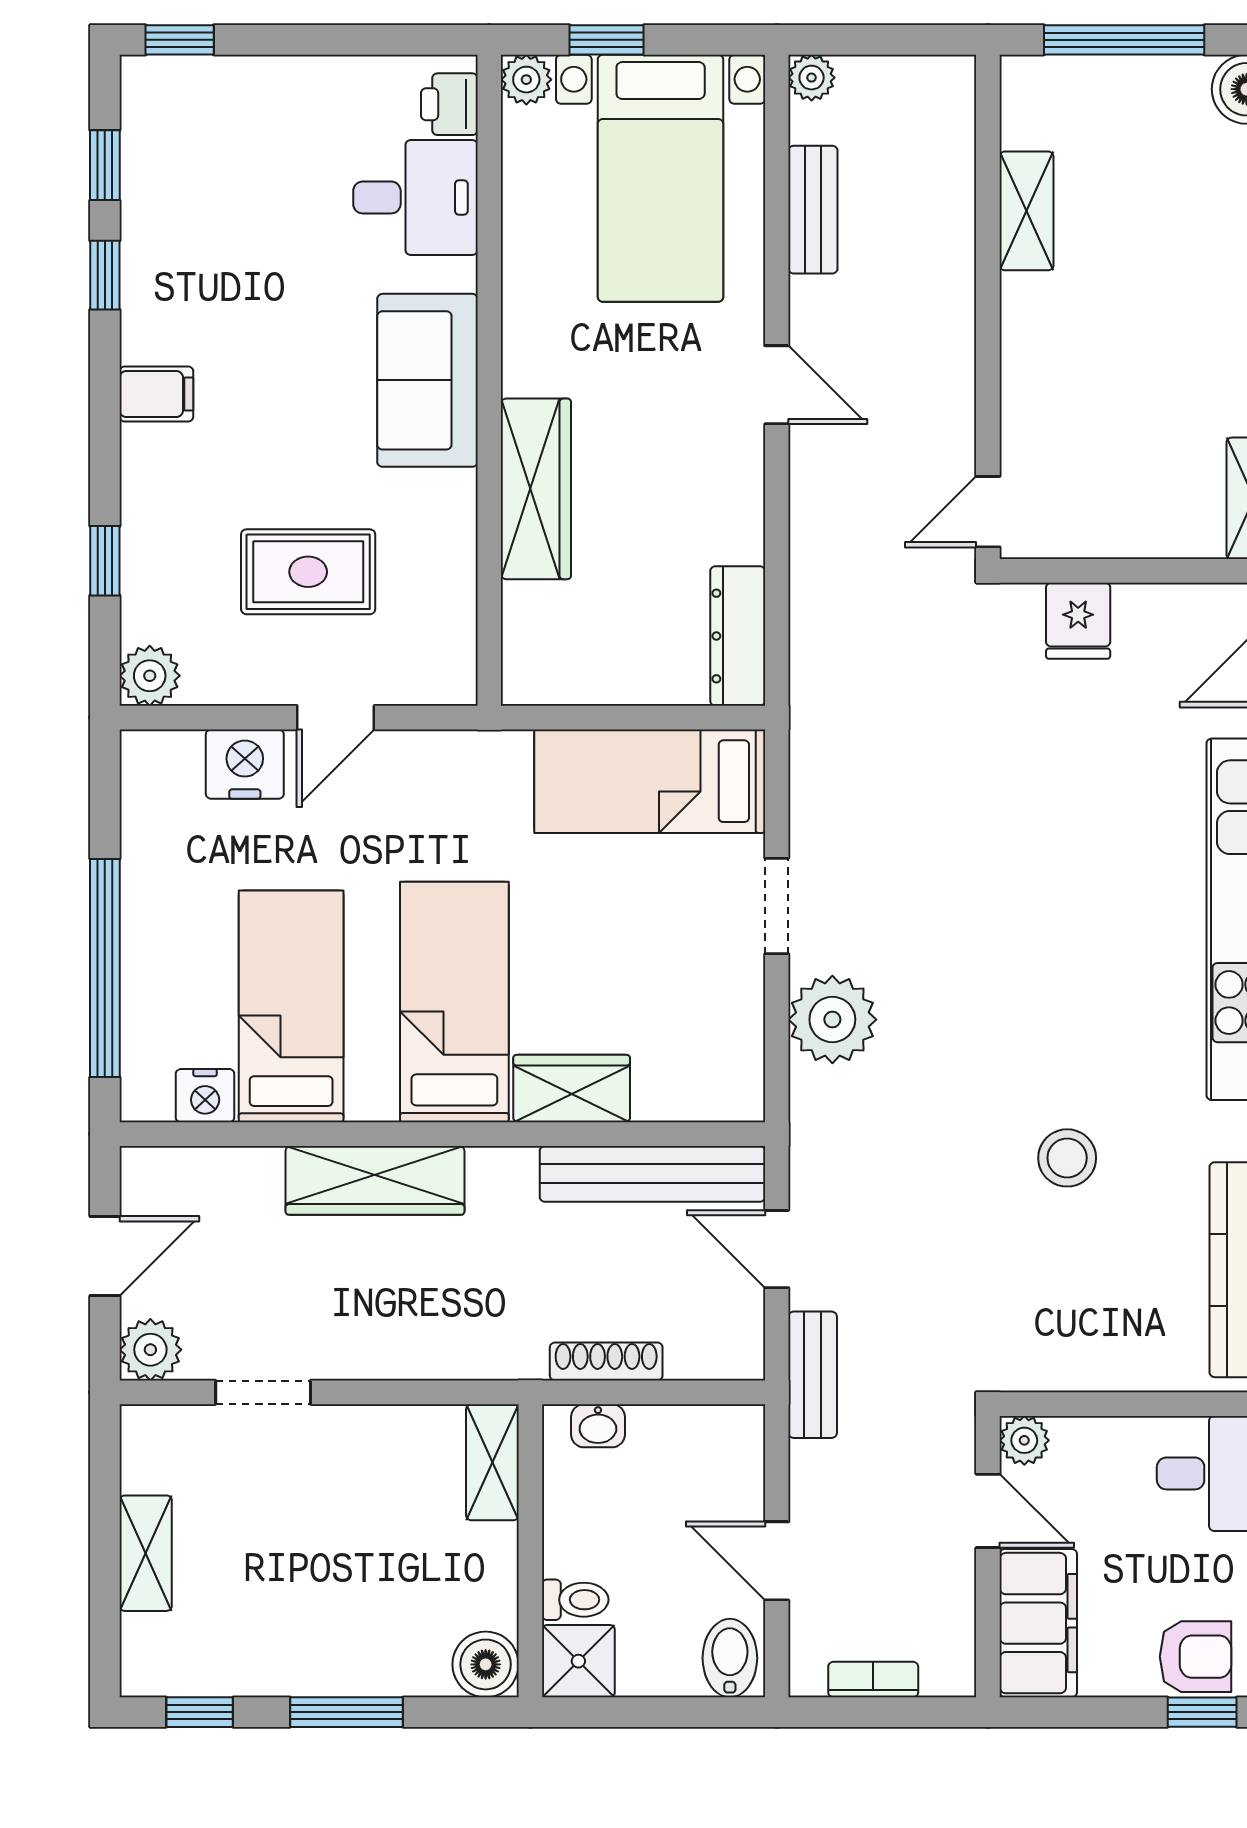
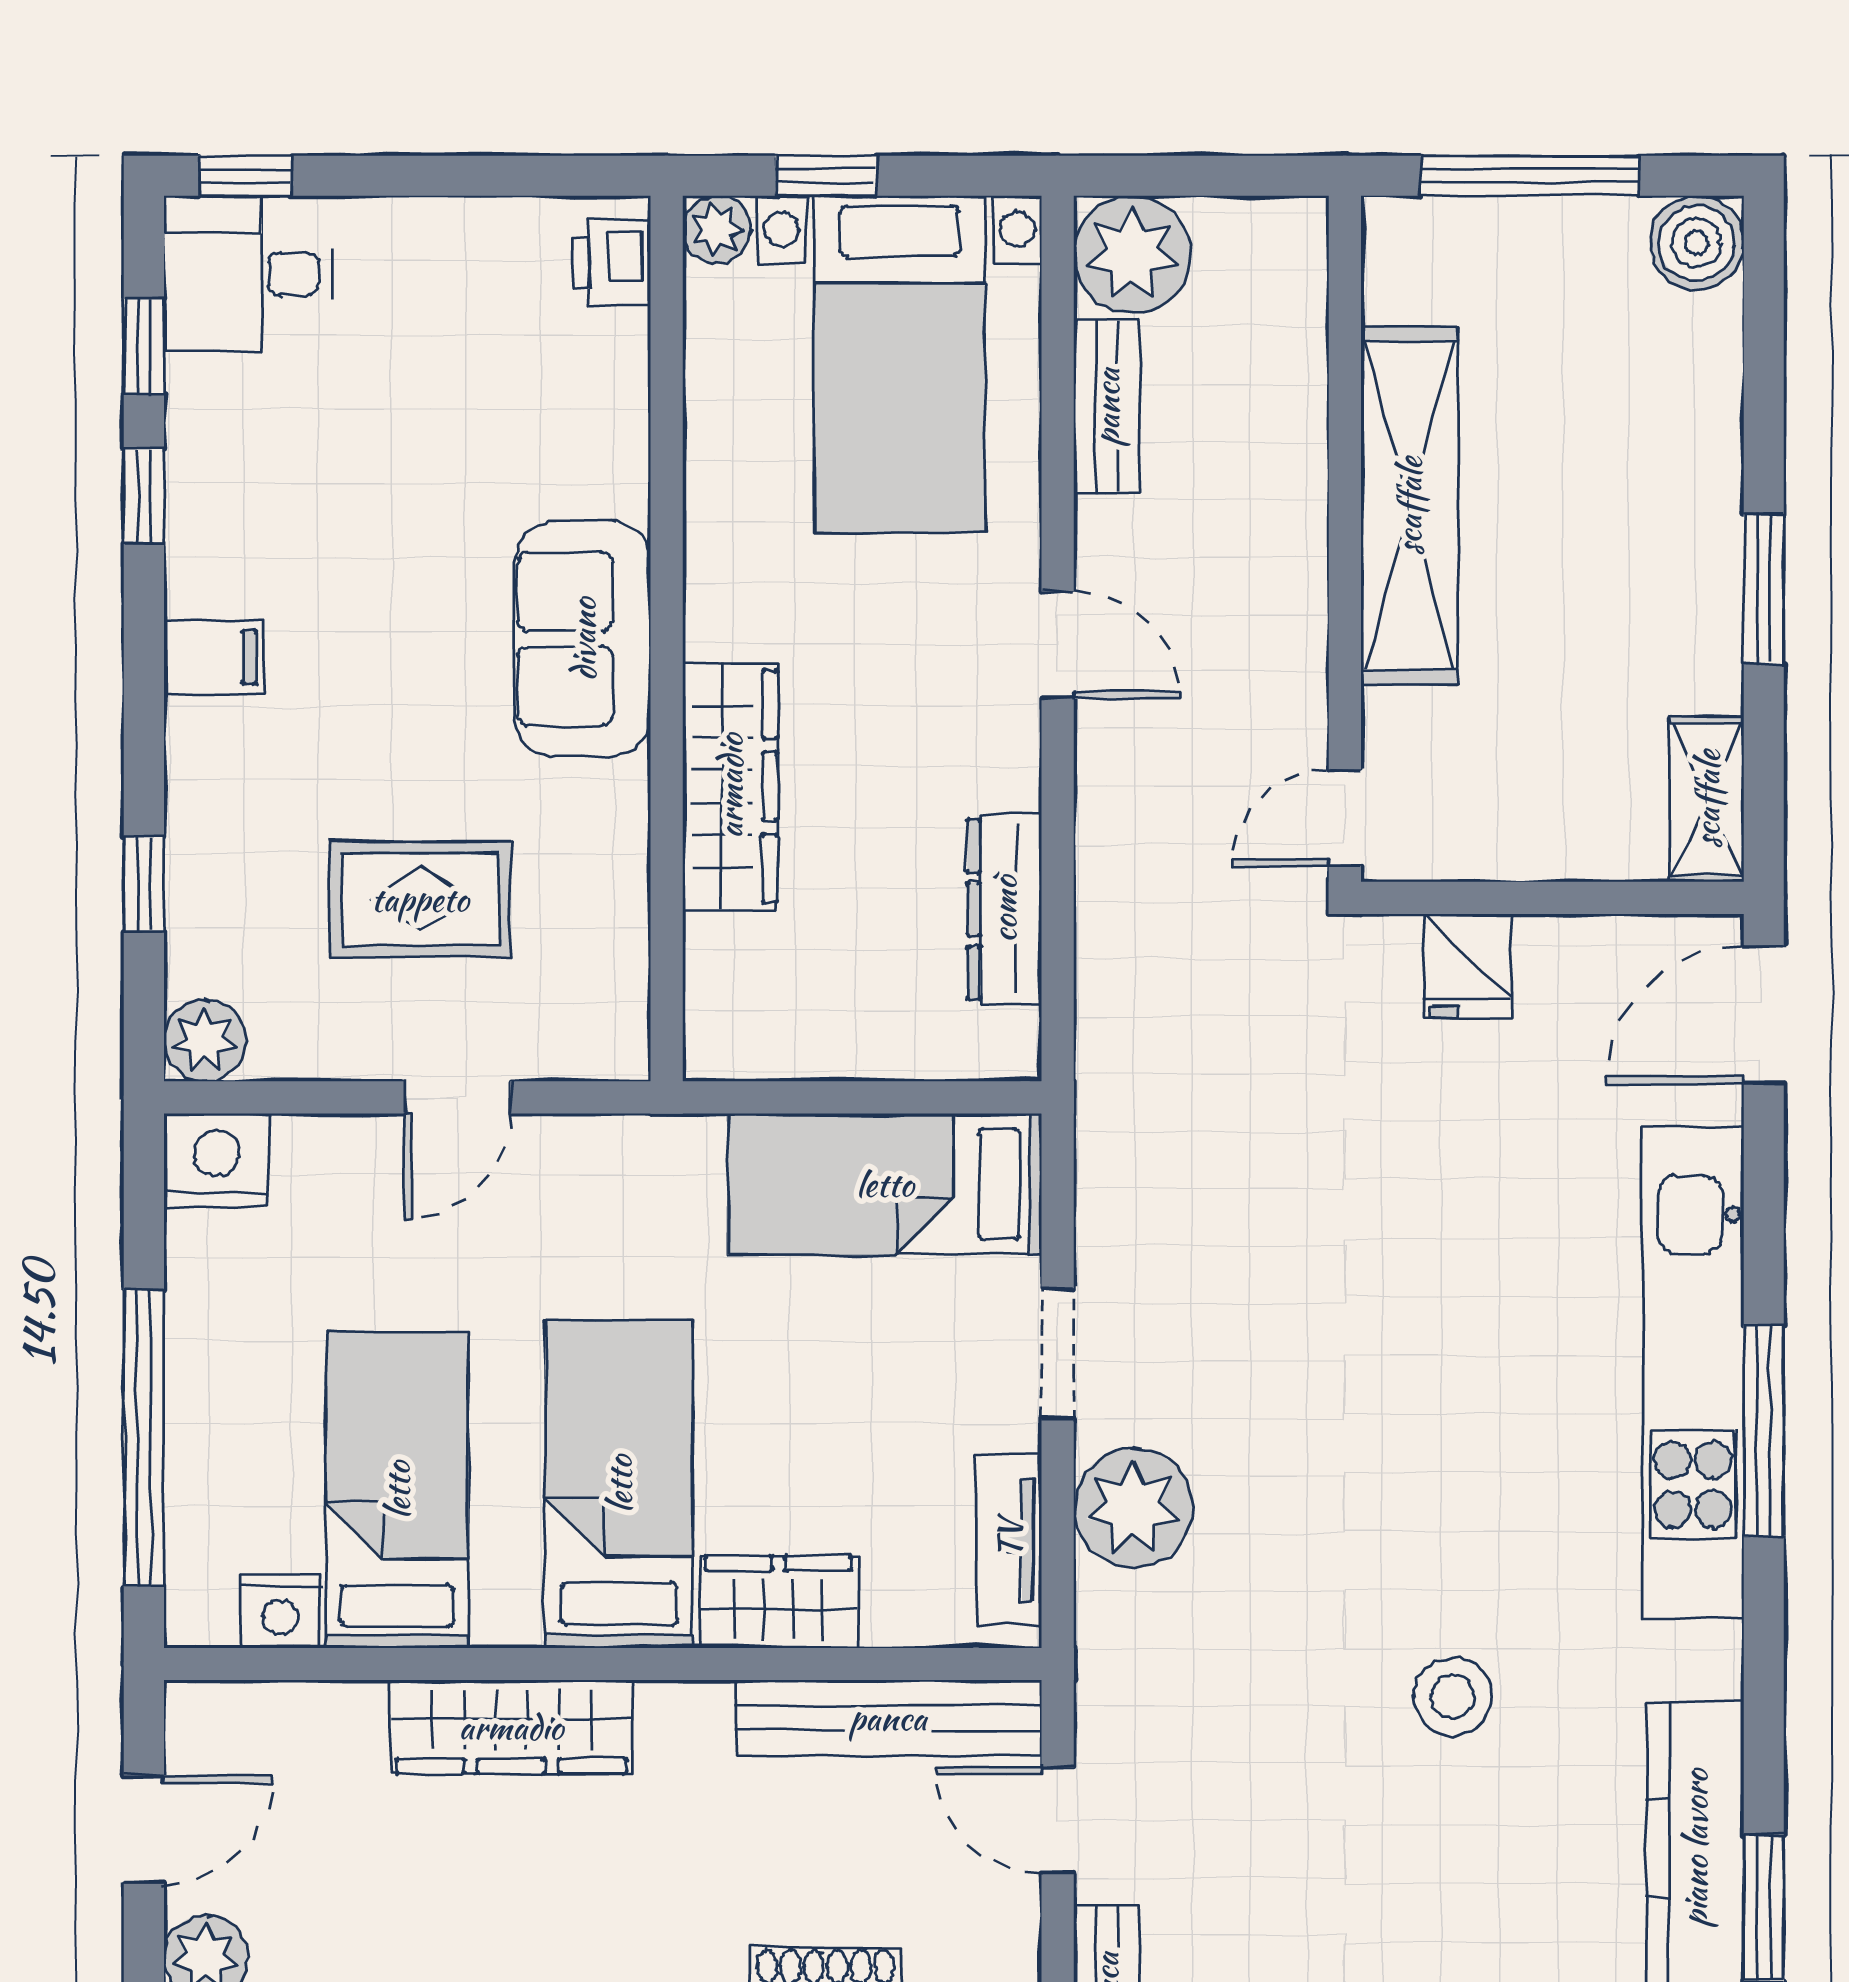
plant: (812, 78) -> (1132, 254), width x1.88, depth x1.88
desk: (415, 197) -> (248, 274), moved, turned 180
shelving: (1027, 211) -> (1409, 506), width x2.20, depth x1.33
dresser: (738, 636) -> (1004, 909), moved
nightstand: (245, 764) -> (217, 1161), moved
tv unit: (741, 1043) -> (1009, 1539), added

